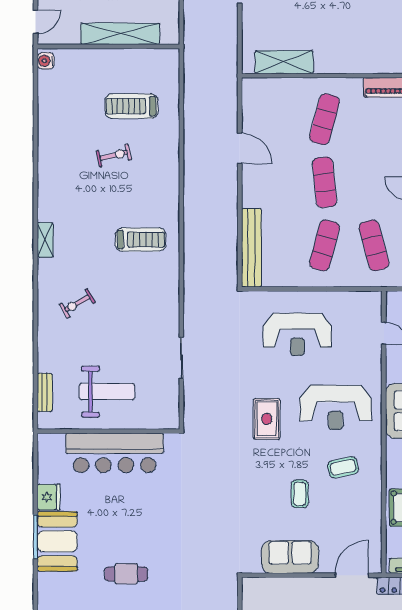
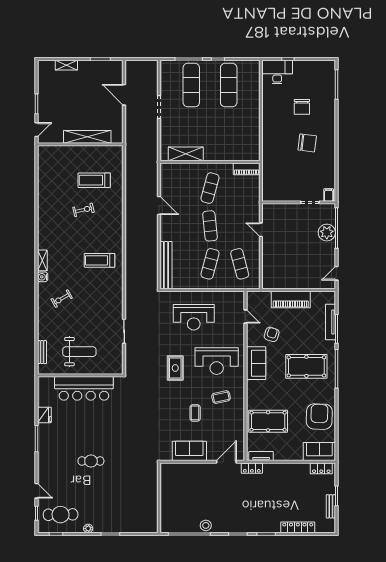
water cooler: (46, 61) -> (43, 277), moved
treadmill: (141, 240) -> (100, 260), turned 180
booth: (57, 541) -> (50, 441), removed

